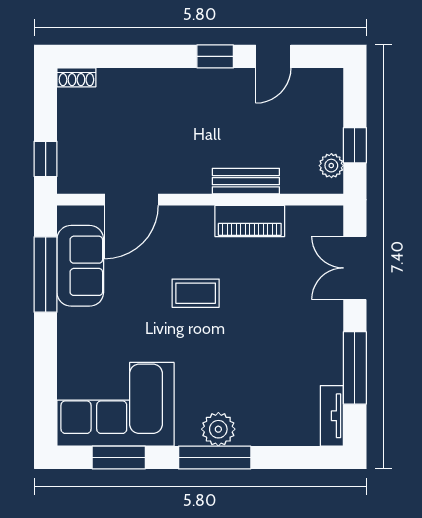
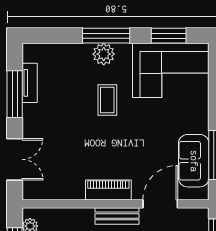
bench: (246, 181) -> (117, 216), moved
piano: (250, 221) -> (108, 190), moved
coffee table: (196, 293) -> (107, 100), moved, turned 90
tv unit: (332, 416) -> (30, 83), moved

